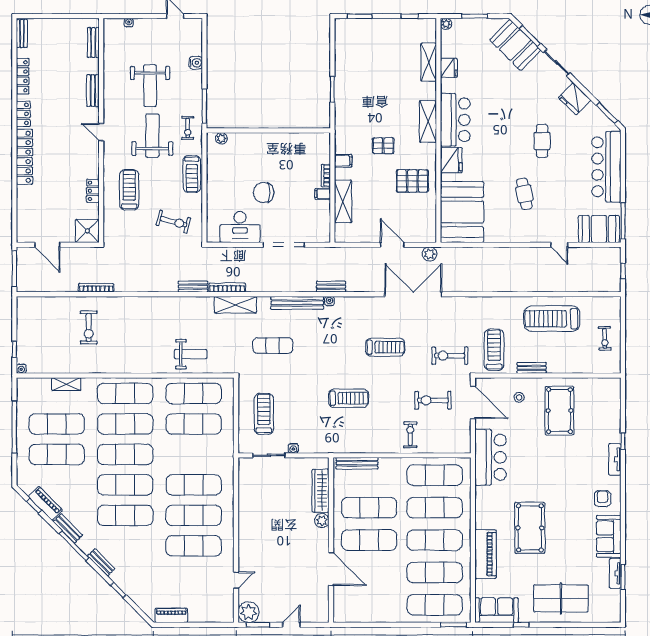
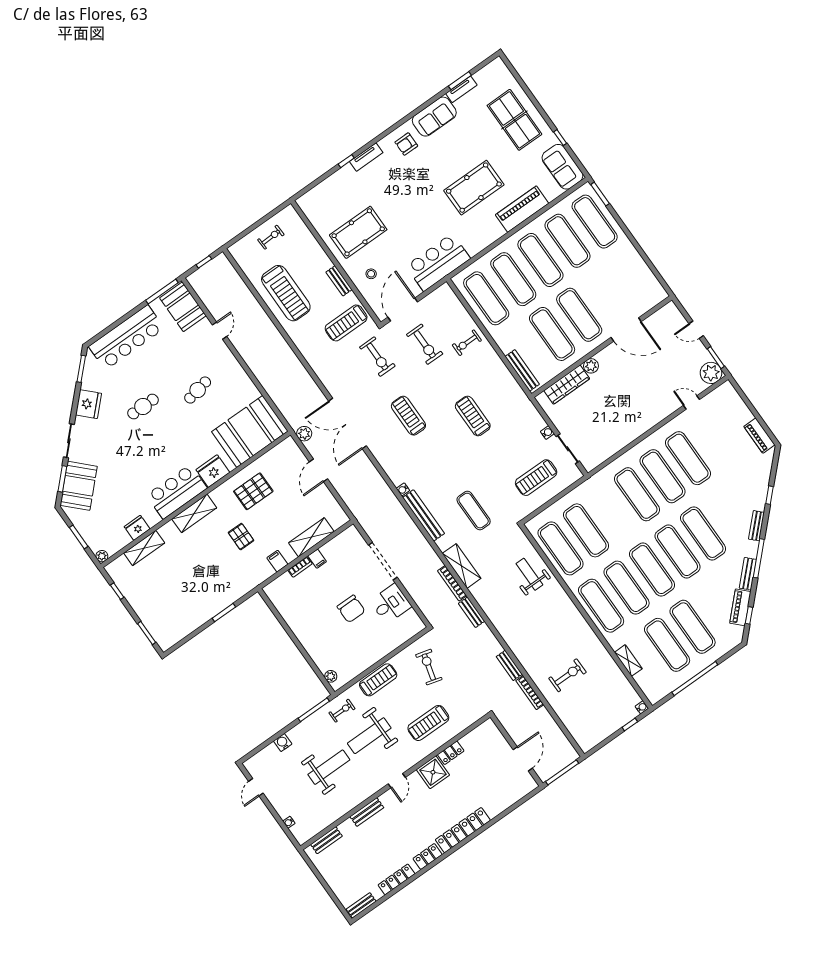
pallet: (412, 181) -> (253, 491), turned 90
desk: (240, 227) -> (391, 604), width x0.73
shower: (87, 231) -> (433, 772), moved
bench: (331, 287) -> (509, 665), moved
door: (331, 569) -> (626, 329), swing flipped

